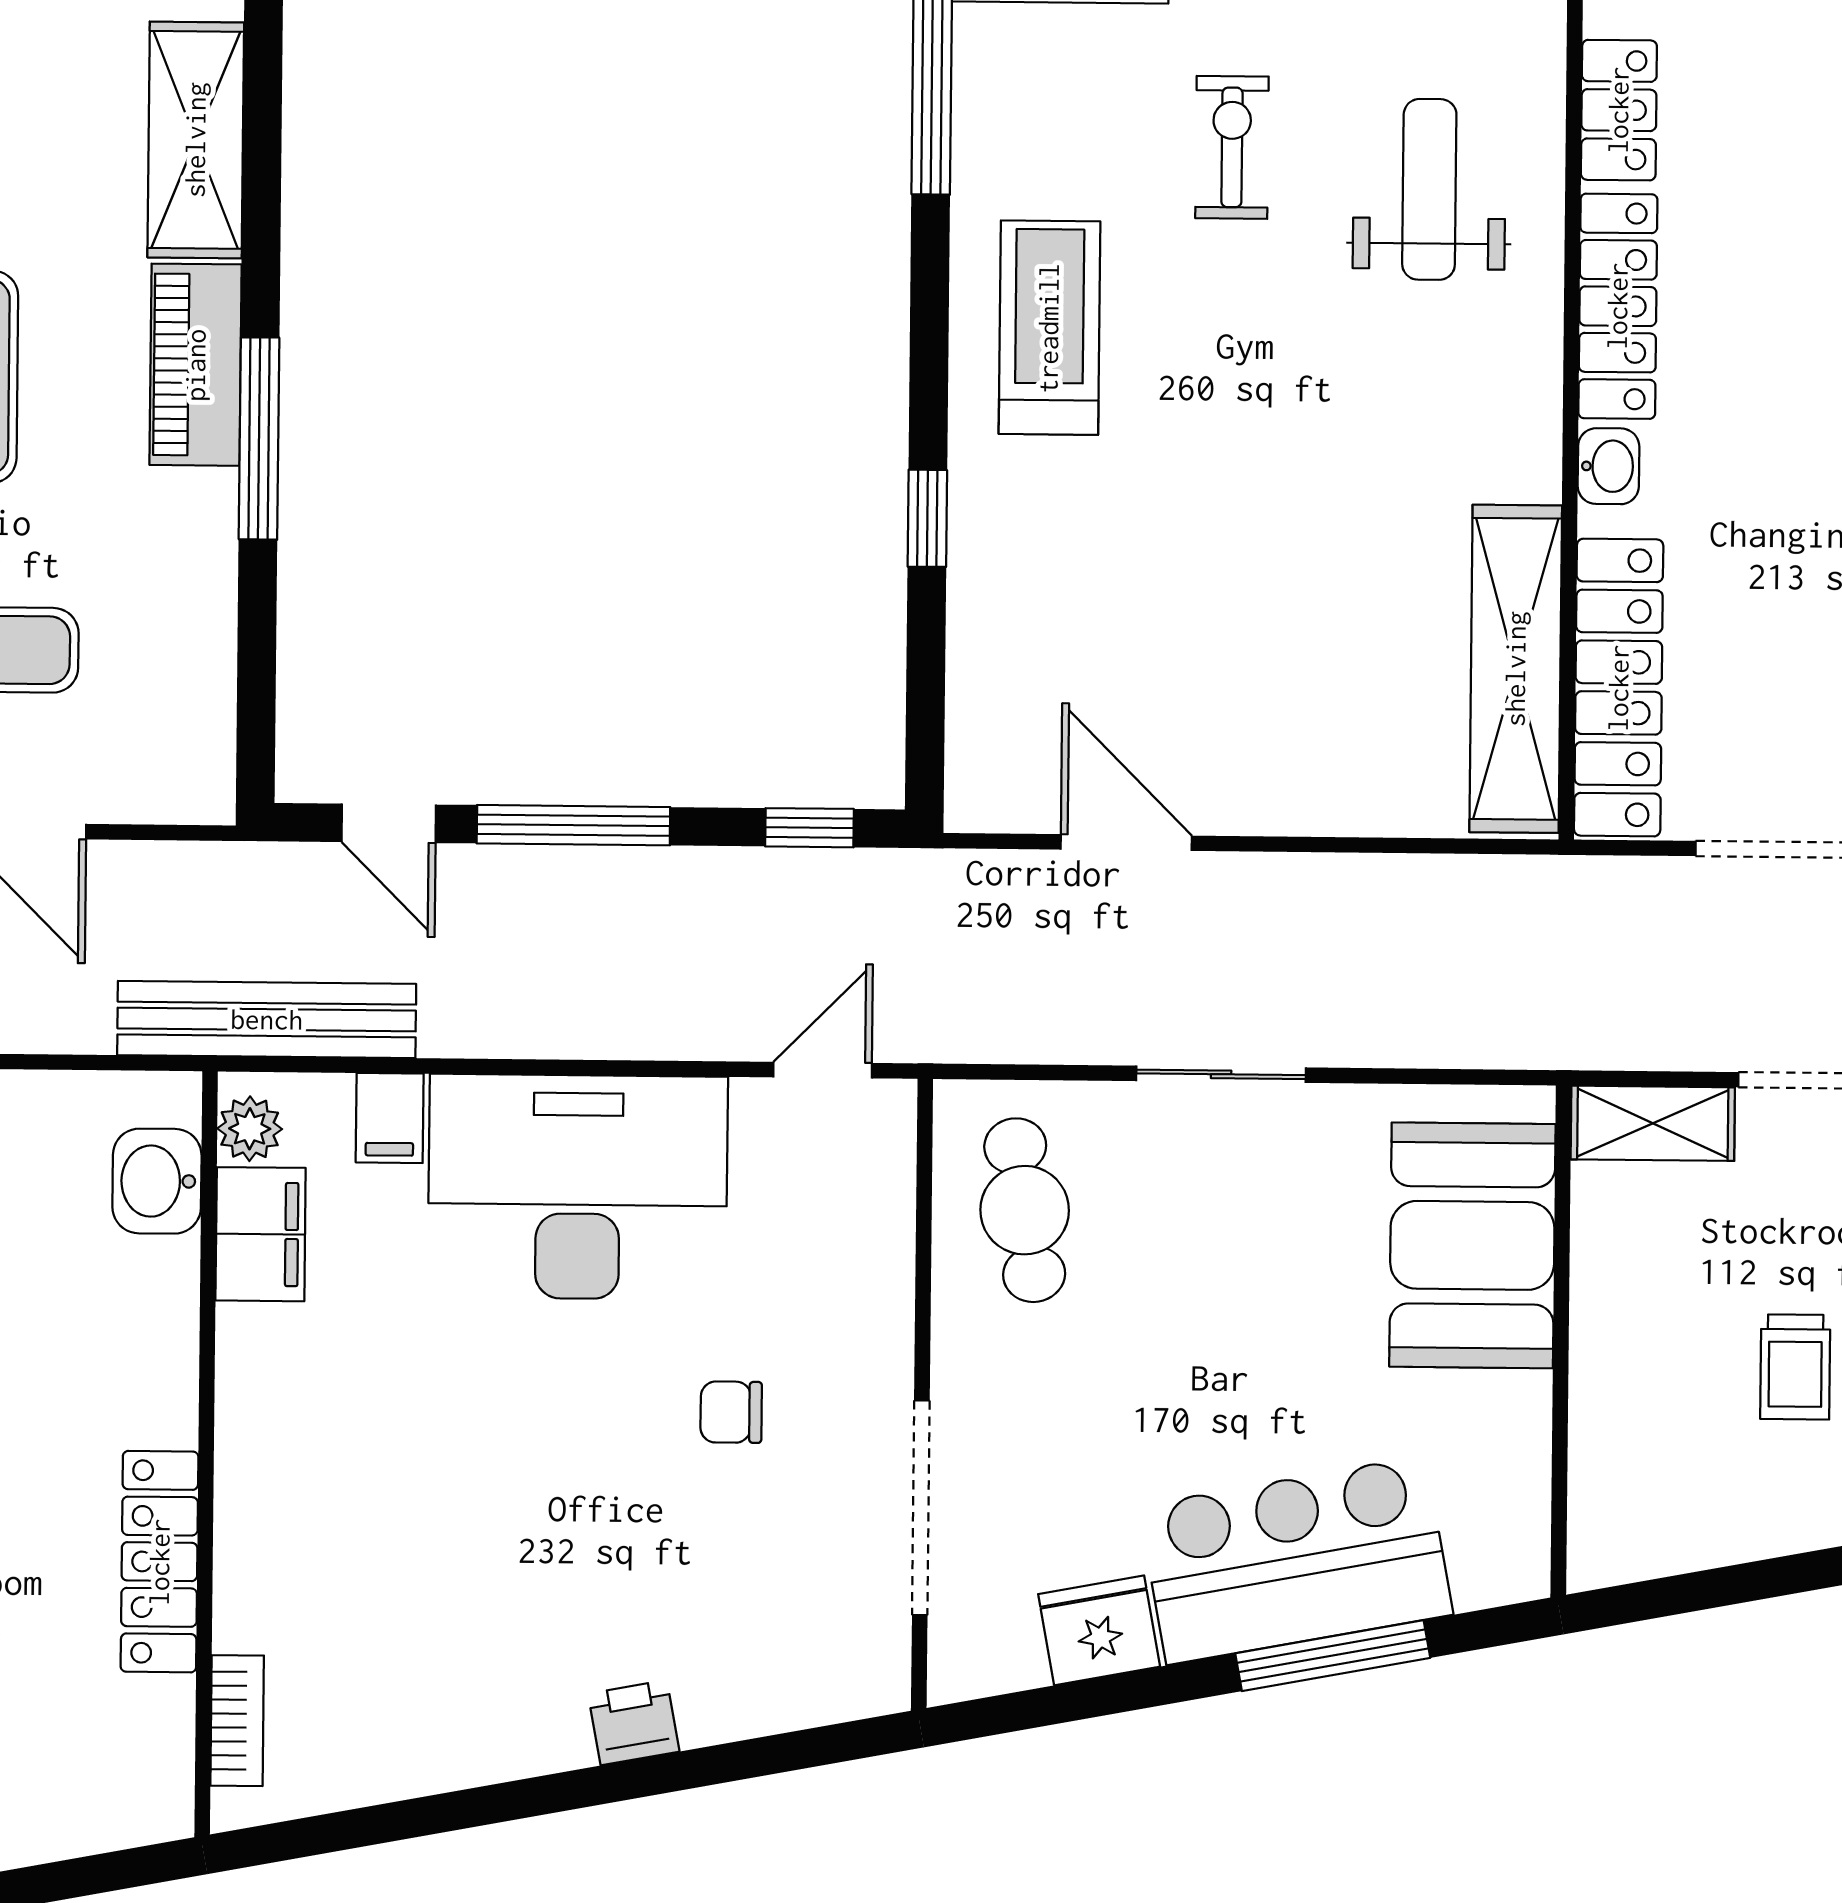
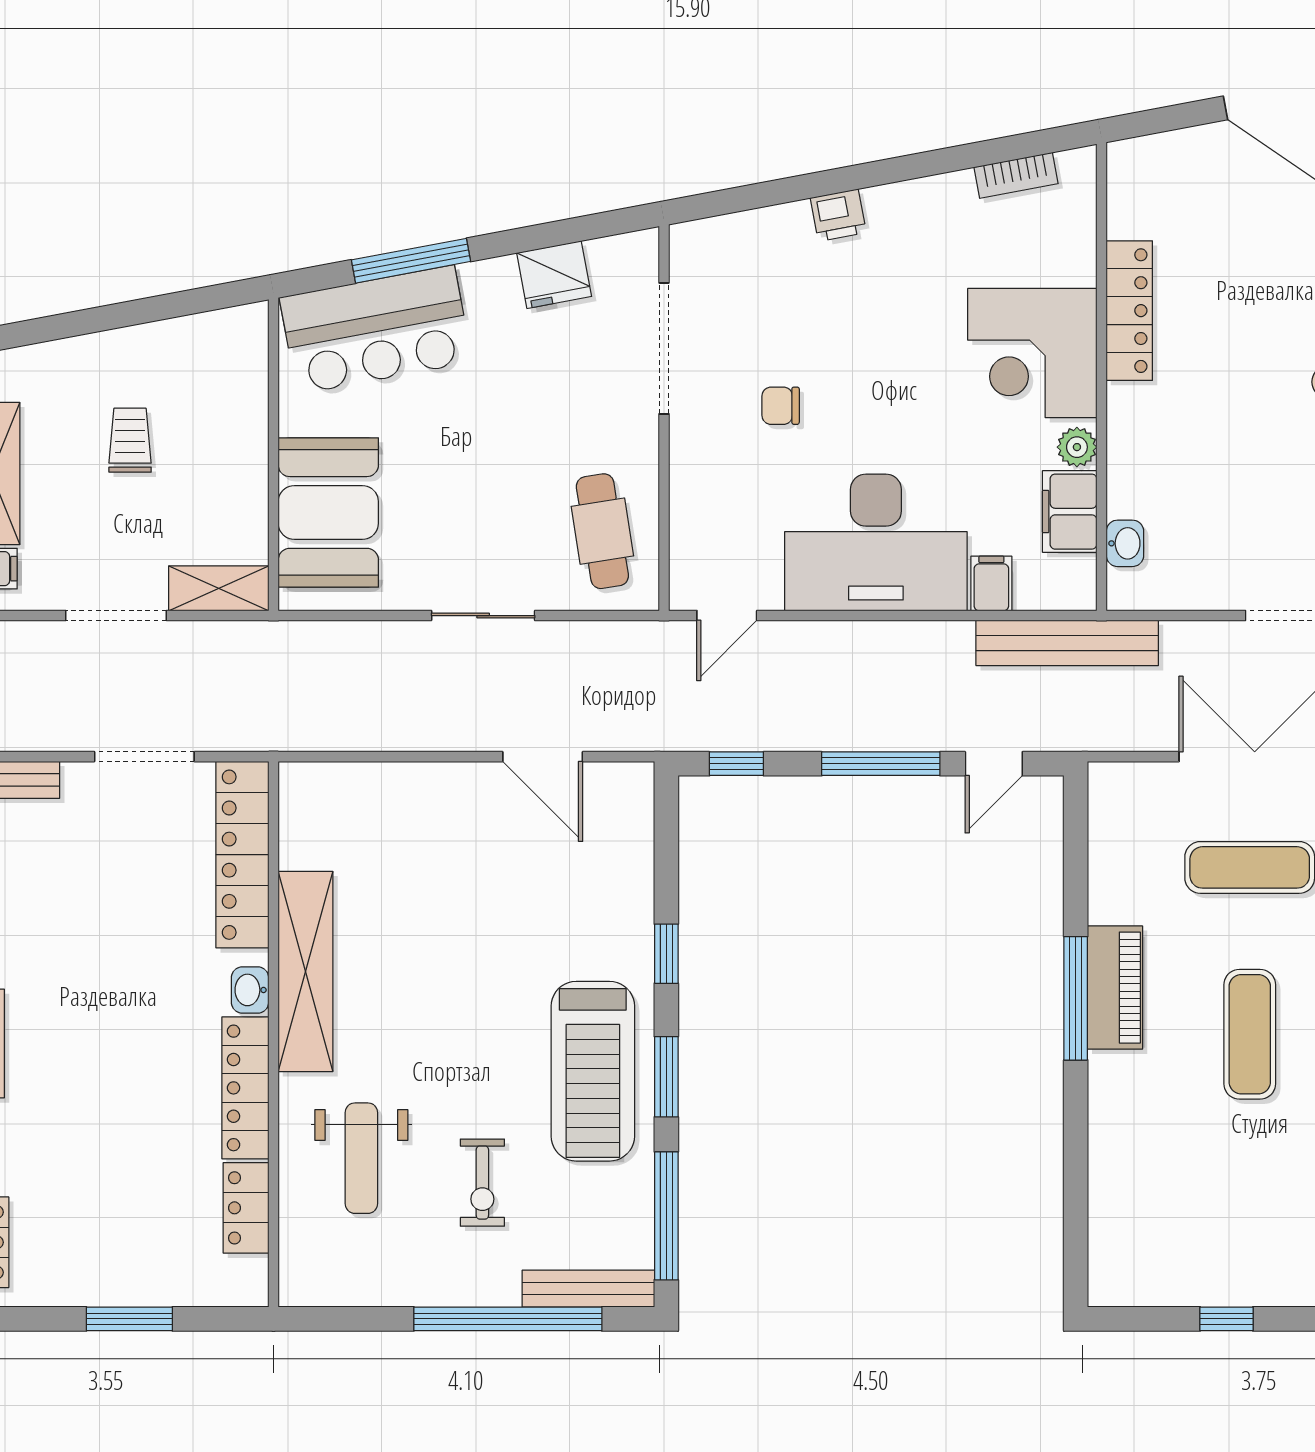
shelving: (196, 140) -> (1116, 1181), removed
window: (929, 317) -> (666, 1077), added
treadmill: (1049, 328) -> (593, 1071), width x1.37, depth x1.38
piano: (196, 365) -> (1115, 988), moved
shelving: (1516, 669) -> (305, 971), moved
door: (389, 823) -> (994, 764), swing flipped
plant: (250, 1129) -> (1077, 447), moved
washbasin: (157, 1181) -> (1125, 543), width x0.72, depth x0.69
chair: (731, 1412) -> (781, 406), turned 180
corner desk: (319, 1494) -> (1032, 353), added
bar counter: (1296, 1560) -> (376, 330), moved
bookcase: (237, 1721) -> (1016, 175), moved, turned -101

